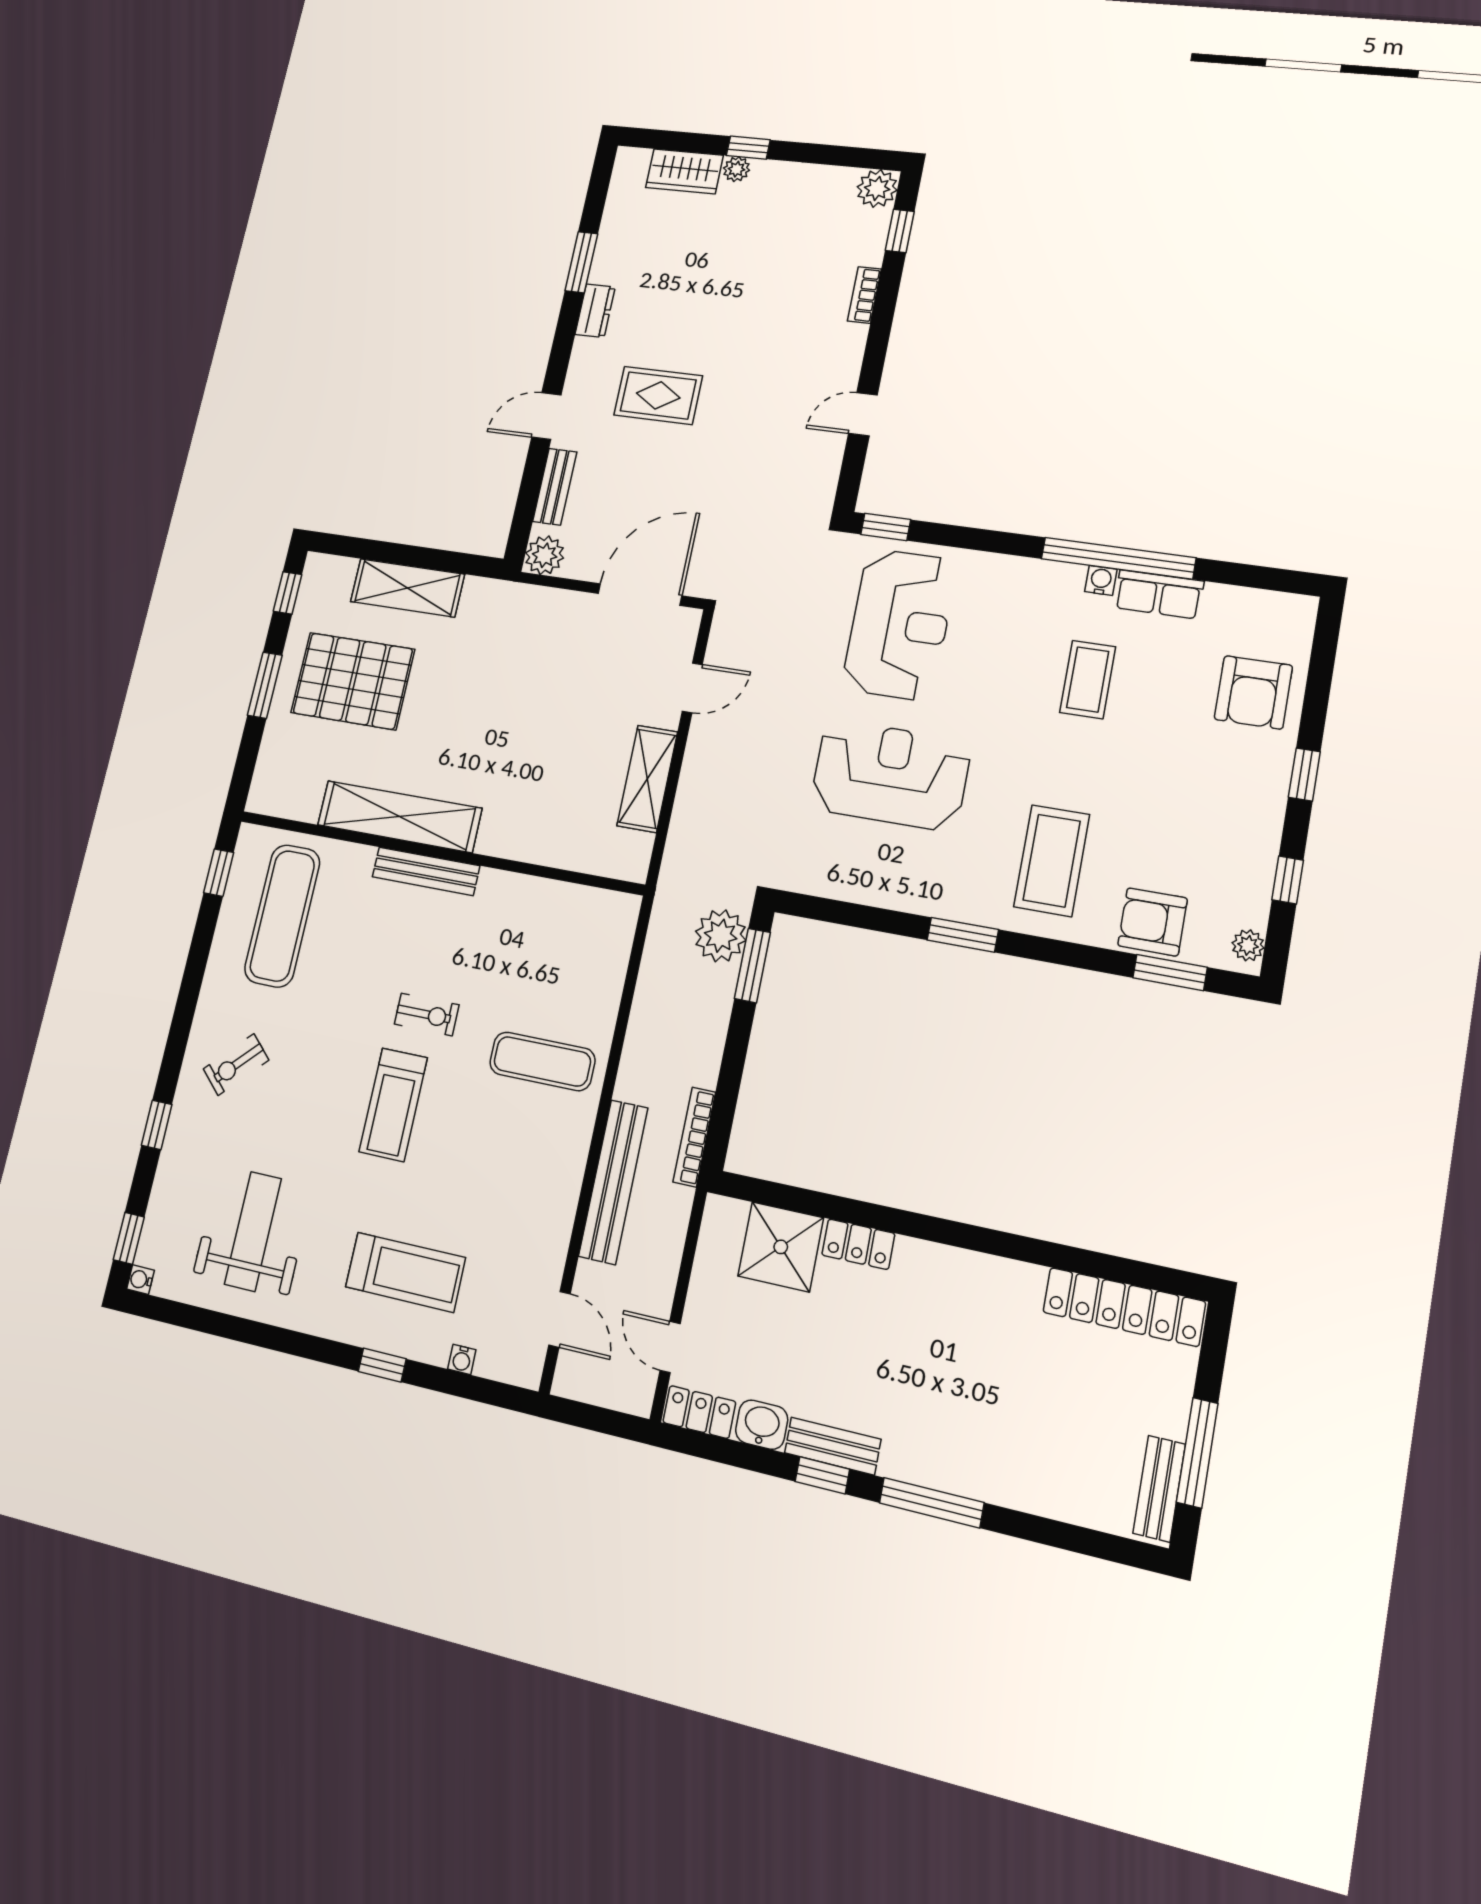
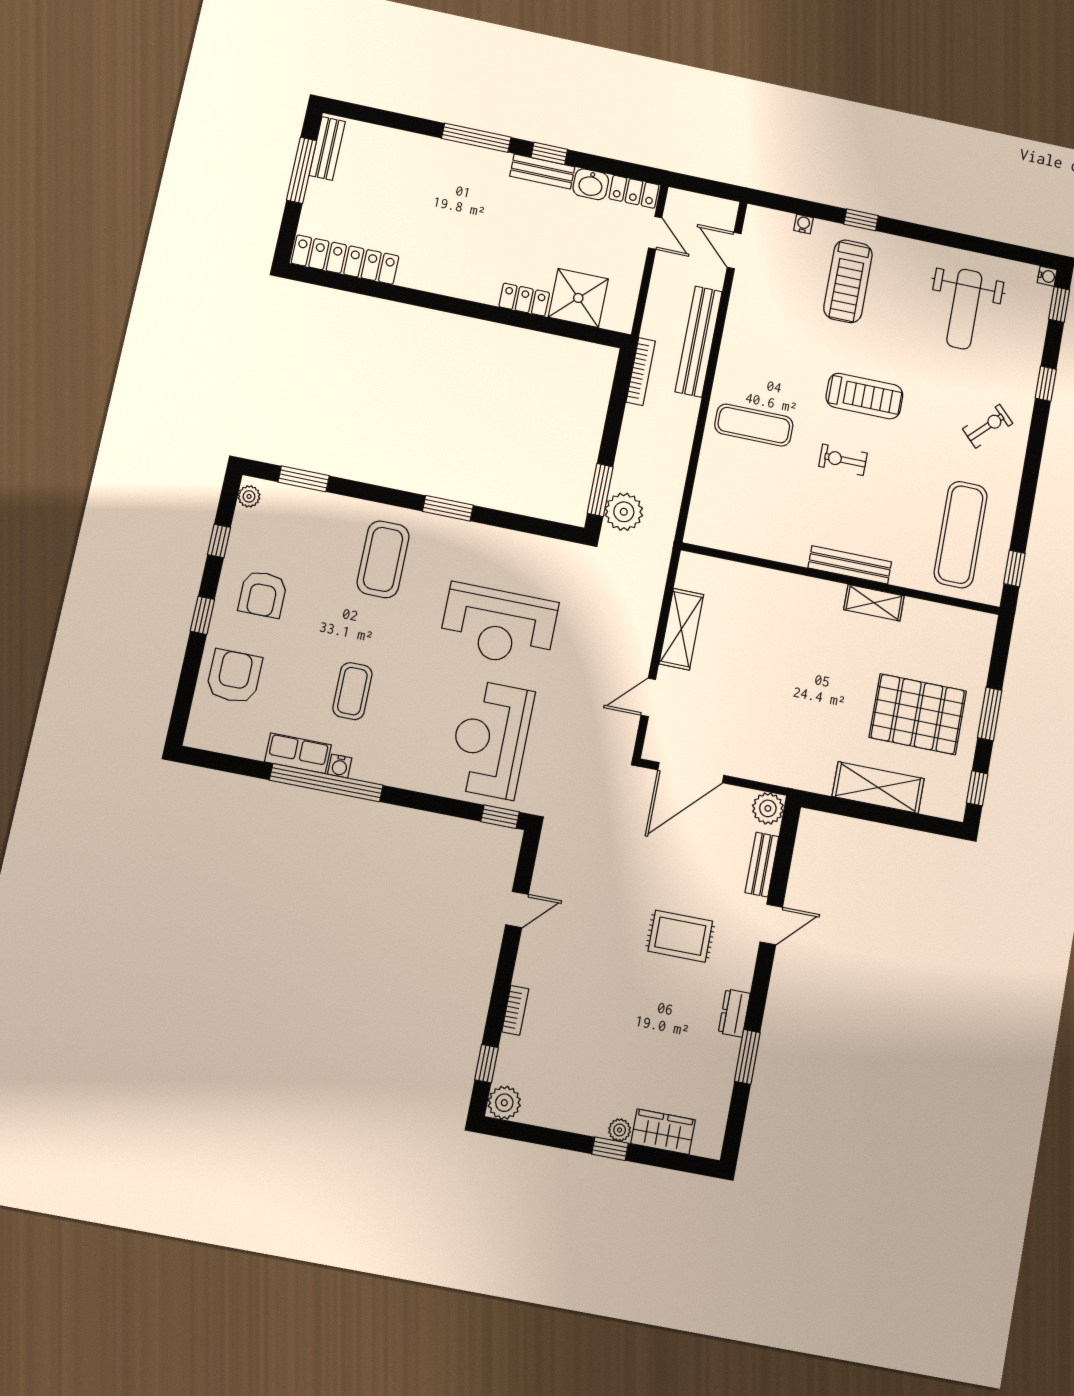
shelving: (399, 817) -> (874, 603), width x0.45, depth x0.75
armchair: (1153, 922) -> (263, 594), moved, turned 90
treadmill: (393, 1105) -> (864, 396), turned 90
treadmill: (405, 1272) -> (848, 281), turned -90

